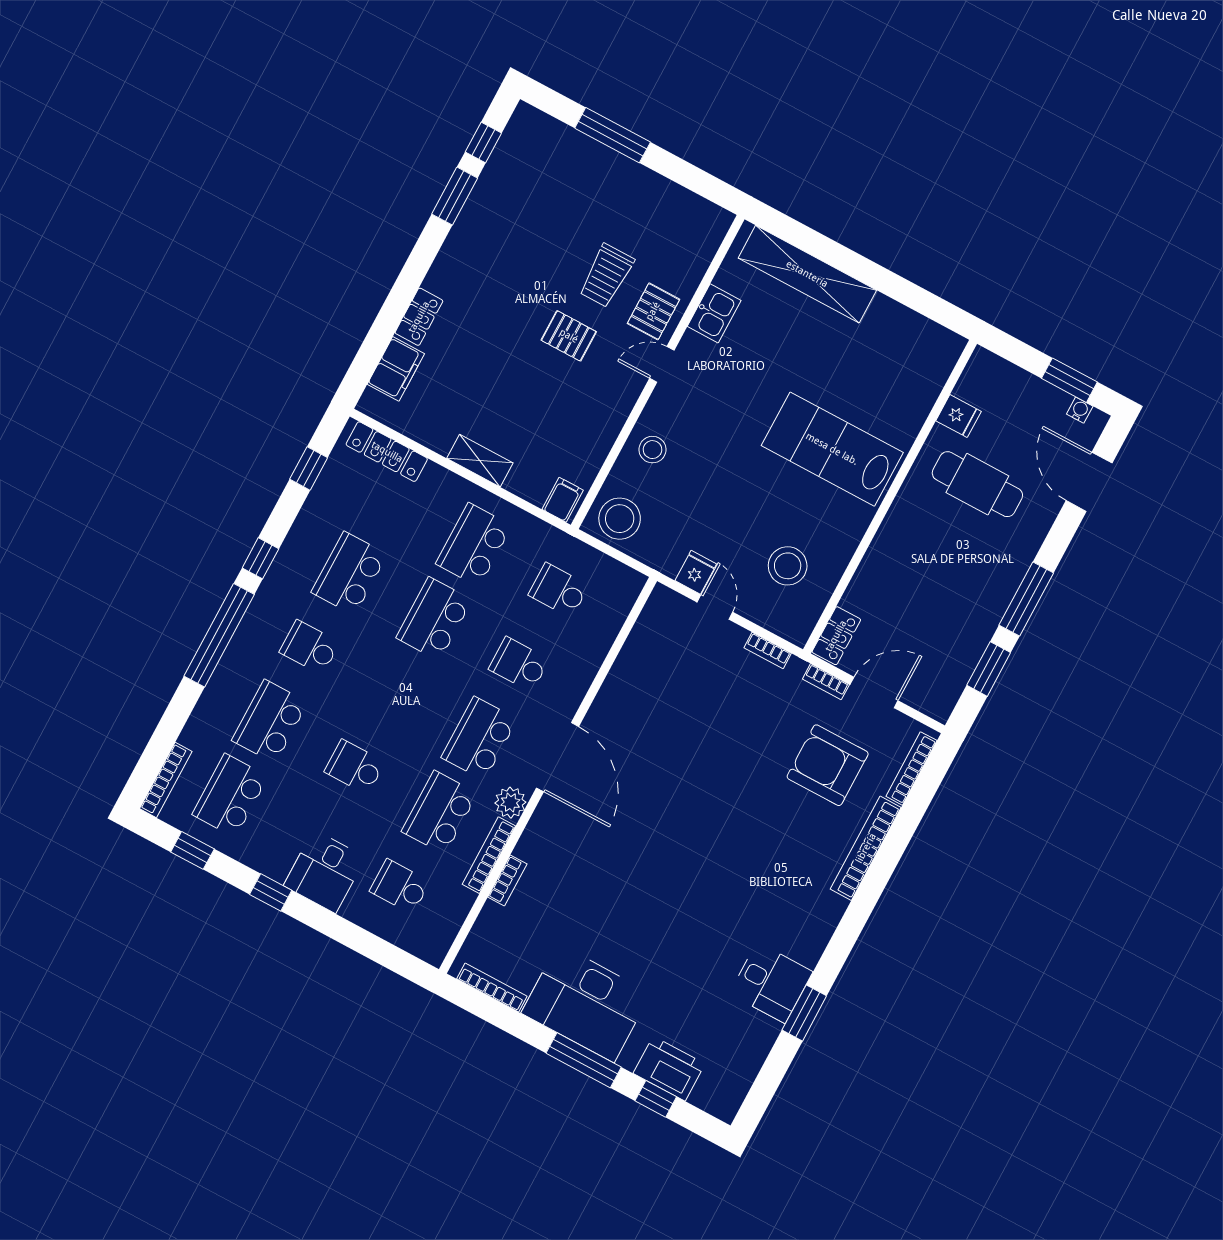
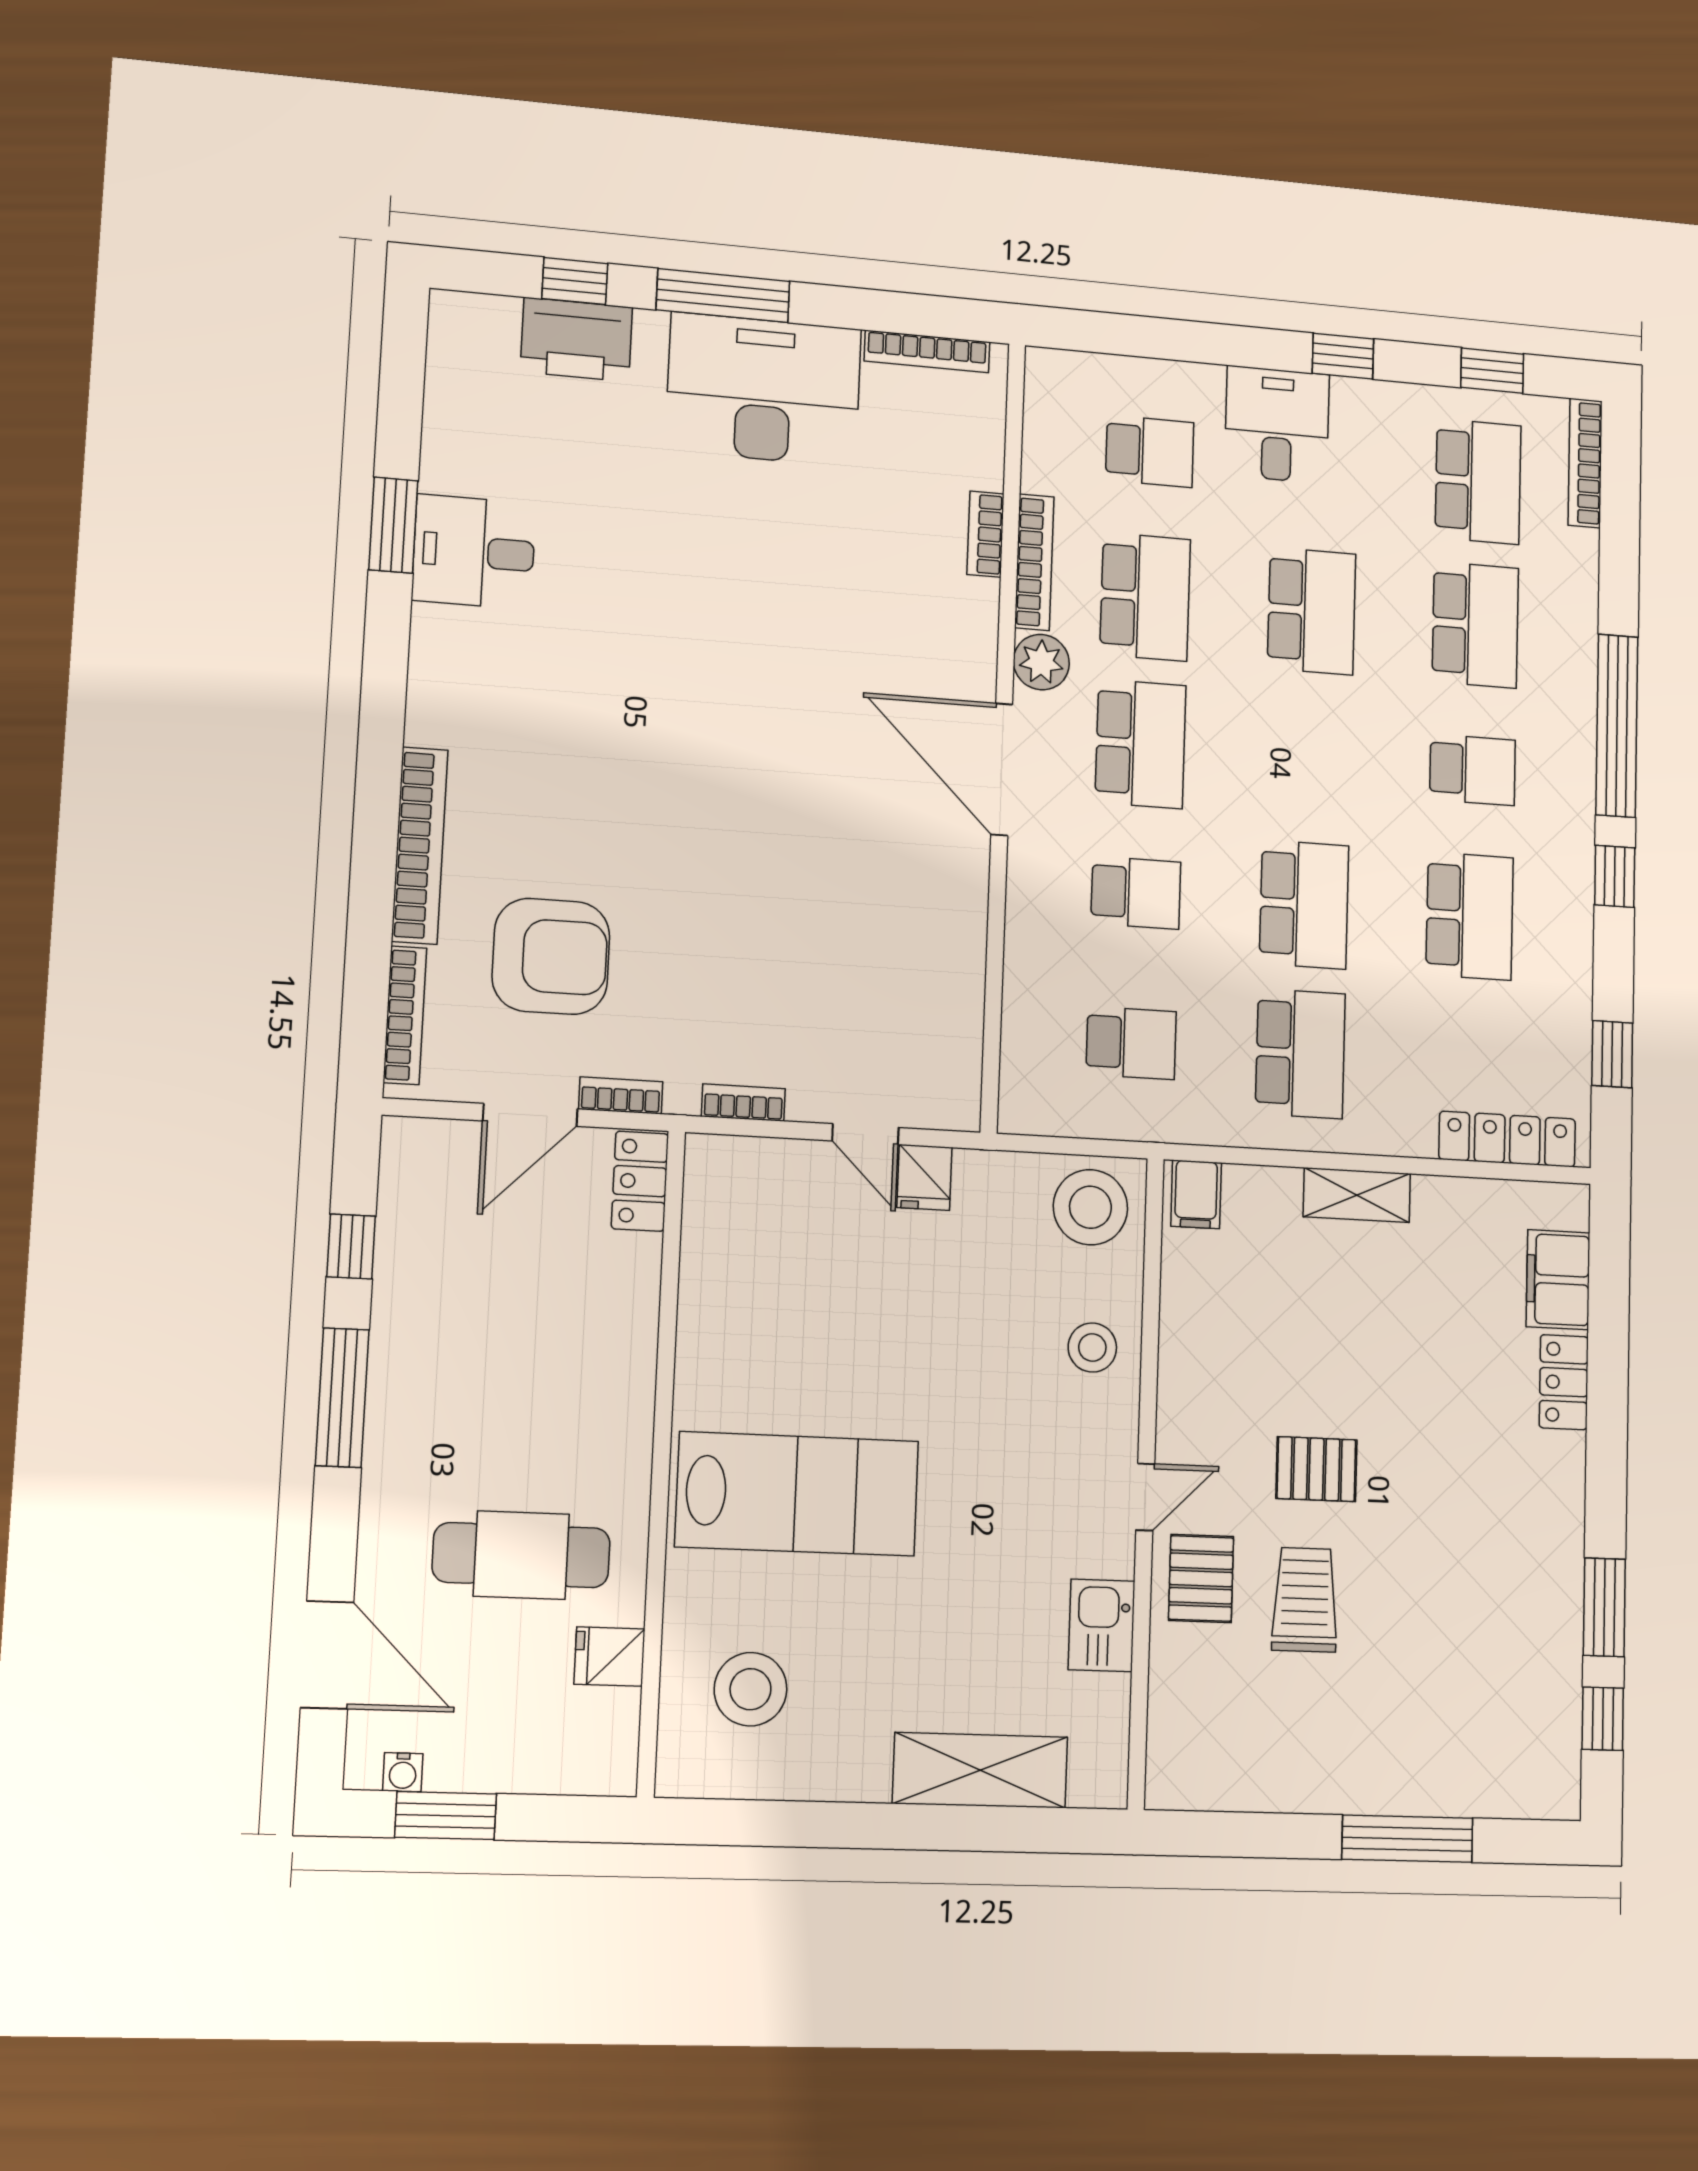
shelving: (807, 274) -> (980, 1770), width x0.68
stool: (788, 566) -> (750, 1689), moved
window: (989, 669) -> (351, 1246), width x0.67
school desk: (355, 767) -> (1312, 611), width x1.85

